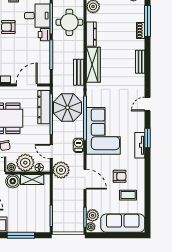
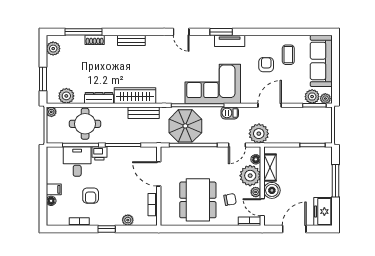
dresser: (44, 107) -> (185, 154), removed

